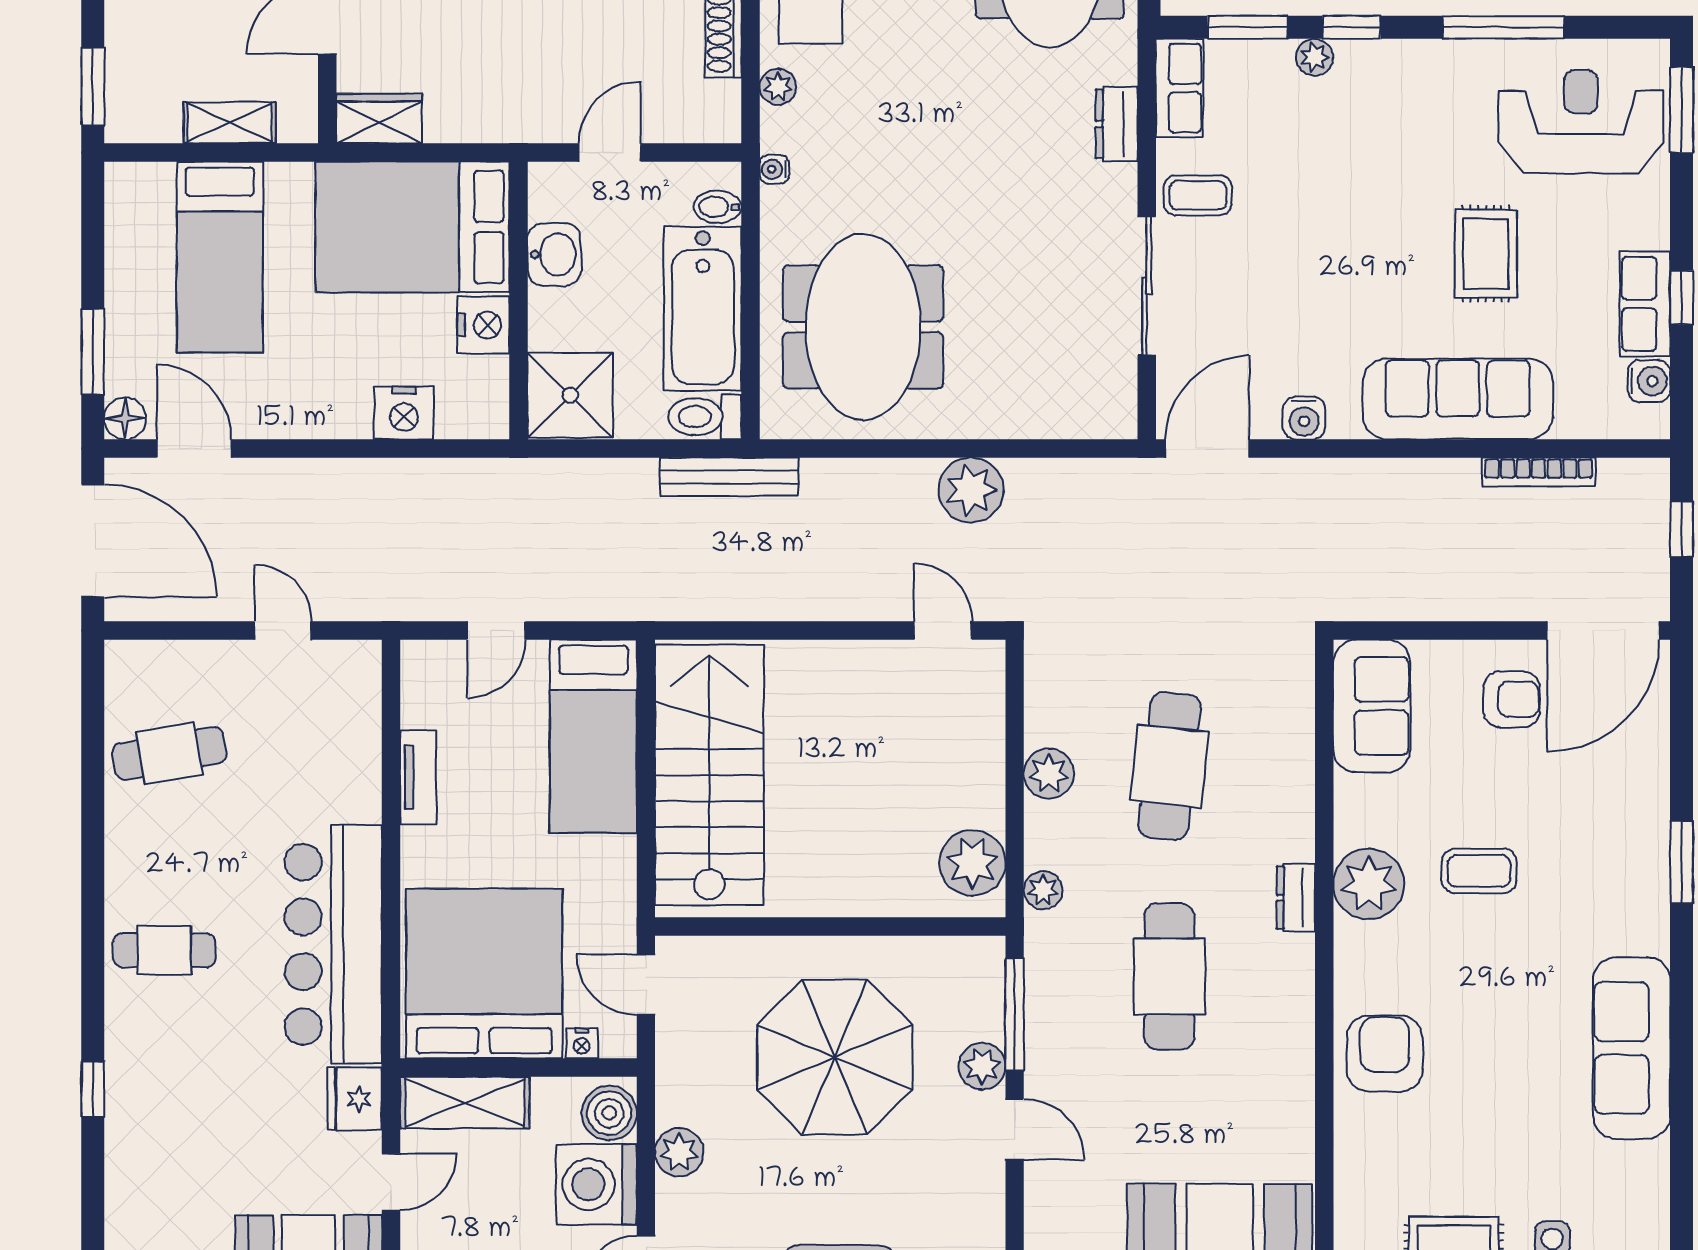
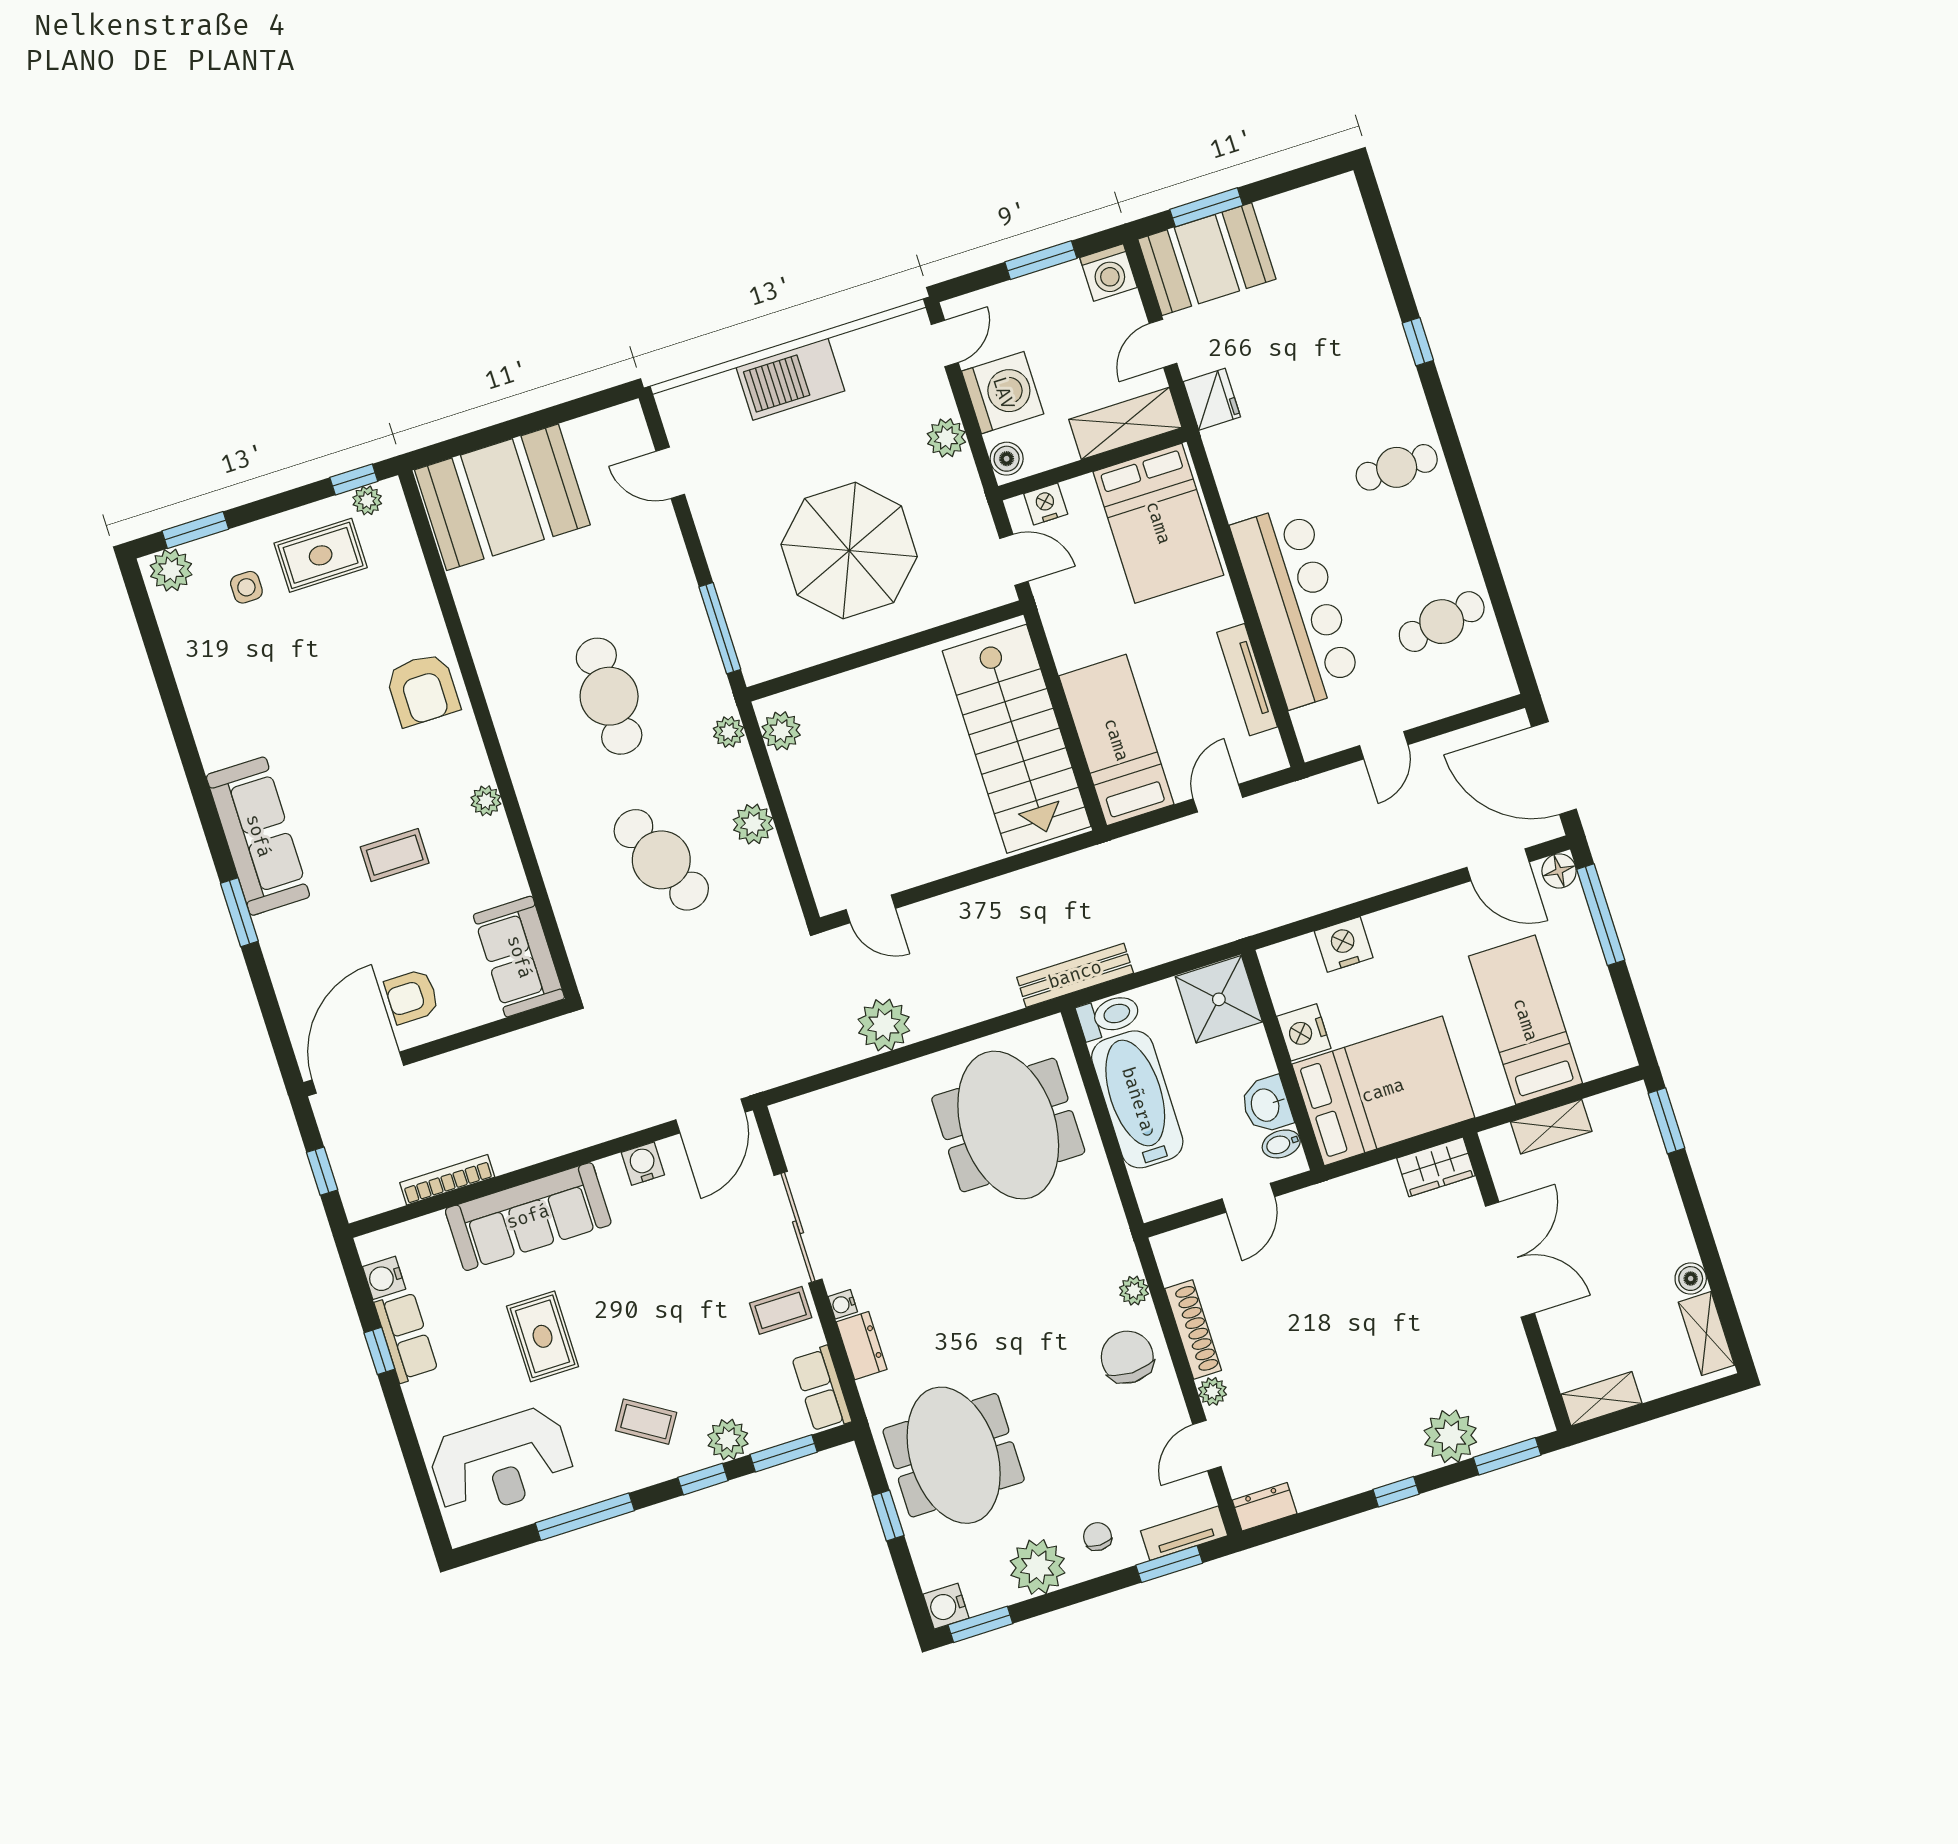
plant: (1315, 57) -> (728, 1439), width x1.38, depth x1.38
window: (1682, 110) -> (426, 1497), removed
coffee table: (1396, 116) -> (646, 1422), added
water cooler: (774, 169) -> (843, 1304), moved, turned 180
bidet: (718, 207) -> (1281, 1144), moved, turned 180
window: (93, 352) -> (1601, 915), width x1.44
door: (283, 631) -> (1384, 745), hinge flipped
cafe table: (1169, 766) -> (661, 860), turned -30
tv unit: (418, 777) -> (1247, 680), width x1.41
plant: (973, 863) -> (781, 731), width x0.73, depth x0.73
plant: (1369, 884) -> (486, 801), width x0.53, depth x0.53
dresser: (1296, 898) -> (530, 789), removed
bar counter: (333, 944) -> (1296, 606), moved
bed: (484, 974) -> (1158, 523), width x0.73
nightstand: (582, 1044) -> (1046, 504), width x1.39, depth x1.35
sofa: (1632, 1048) -> (258, 836), moved
plant: (982, 1066) -> (732, 580), removed
boiler: (609, 1113) -> (1007, 459), width x0.73, depth x0.73
door: (1015, 1129) -> (670, 473), moved

